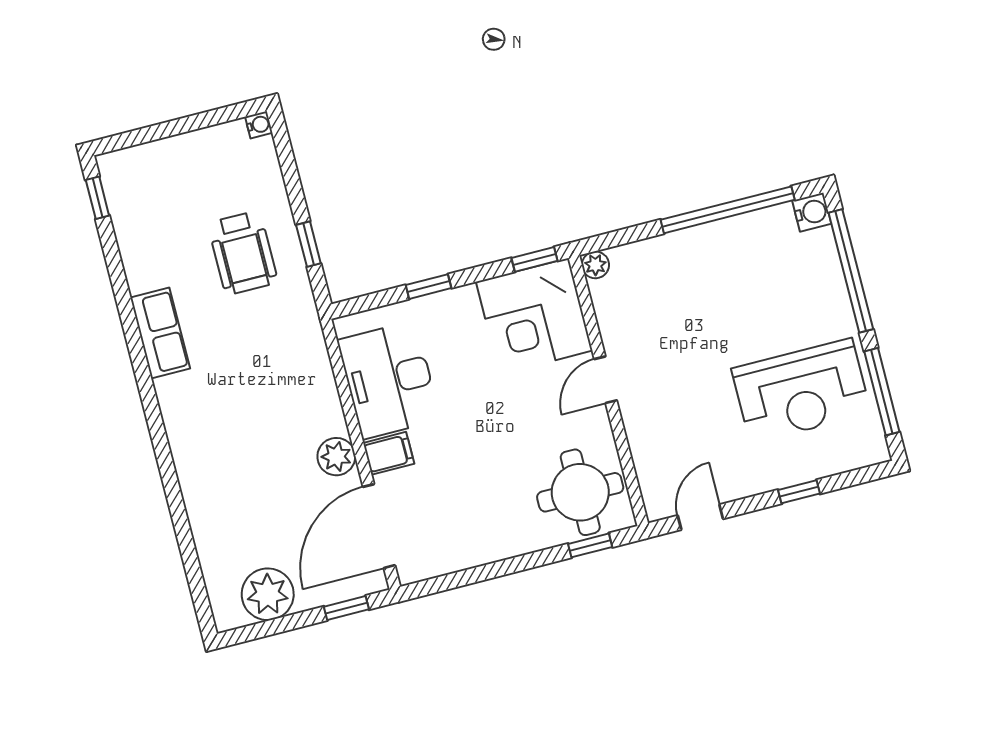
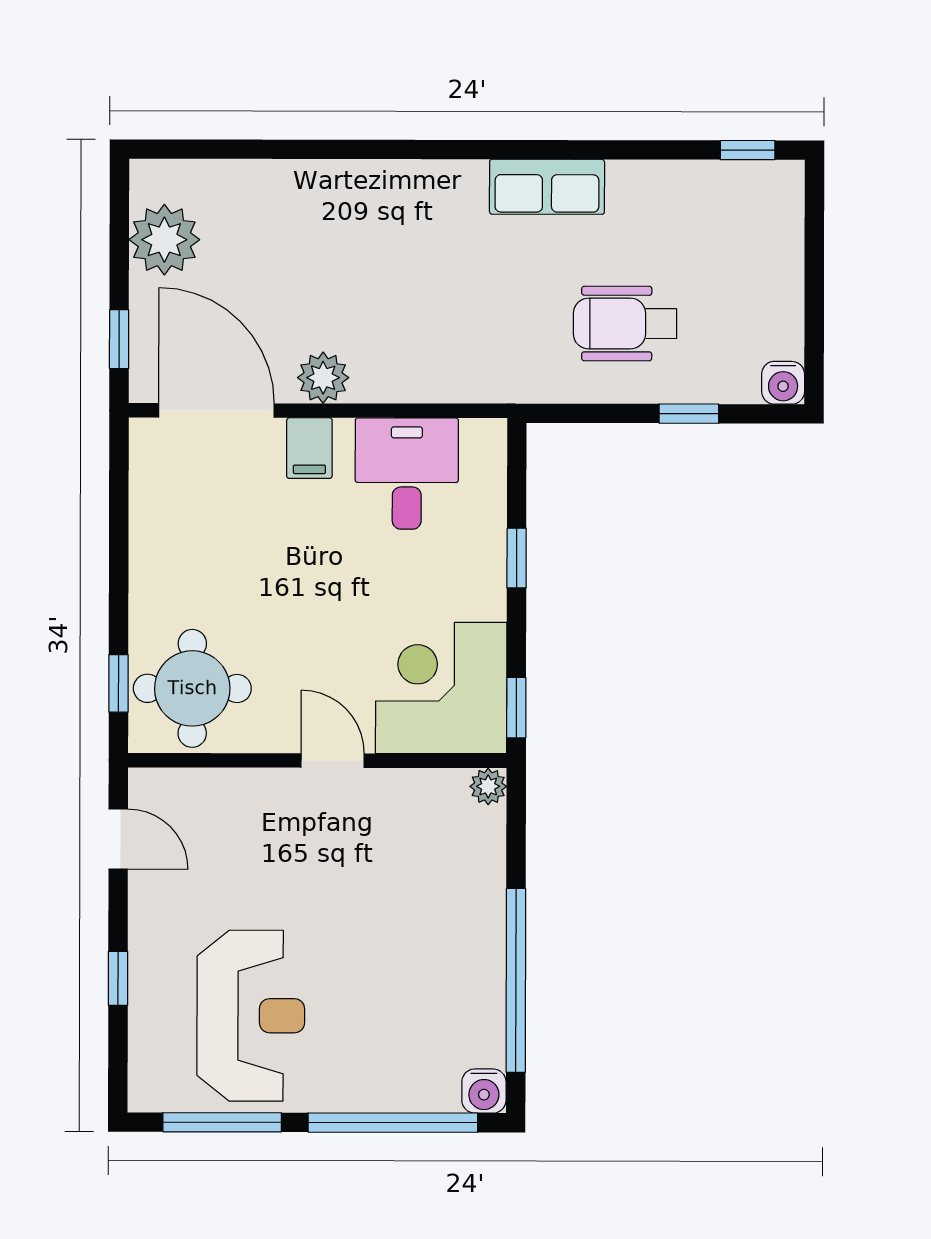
water cooler: (259, 125) -> (783, 383), width x1.38, depth x1.38
window: (308, 244) -> (689, 414), moved
desk: (389, 380) -> (407, 474), width x0.73
reception desk: (801, 391) -> (251, 1016), turned 180

